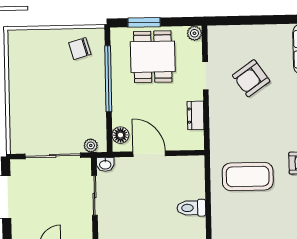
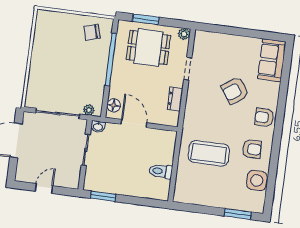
dining table: (153, 57) -> (148, 47), turned 90
armchair: (251, 78) -> (235, 91), moved

